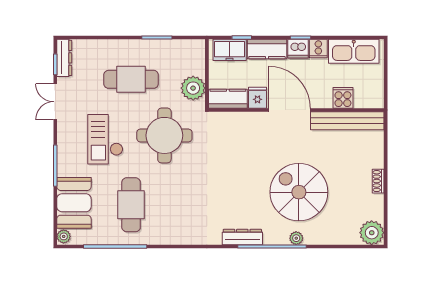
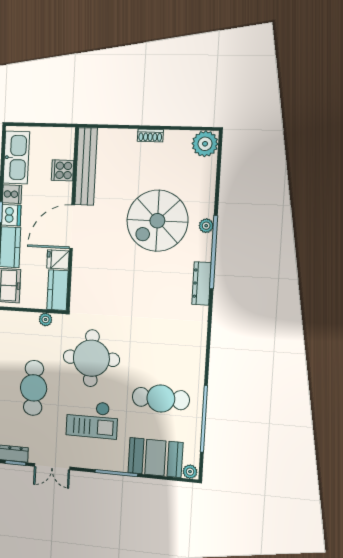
plant: (193, 88) -> (46, 320), width x0.53, depth x0.53

